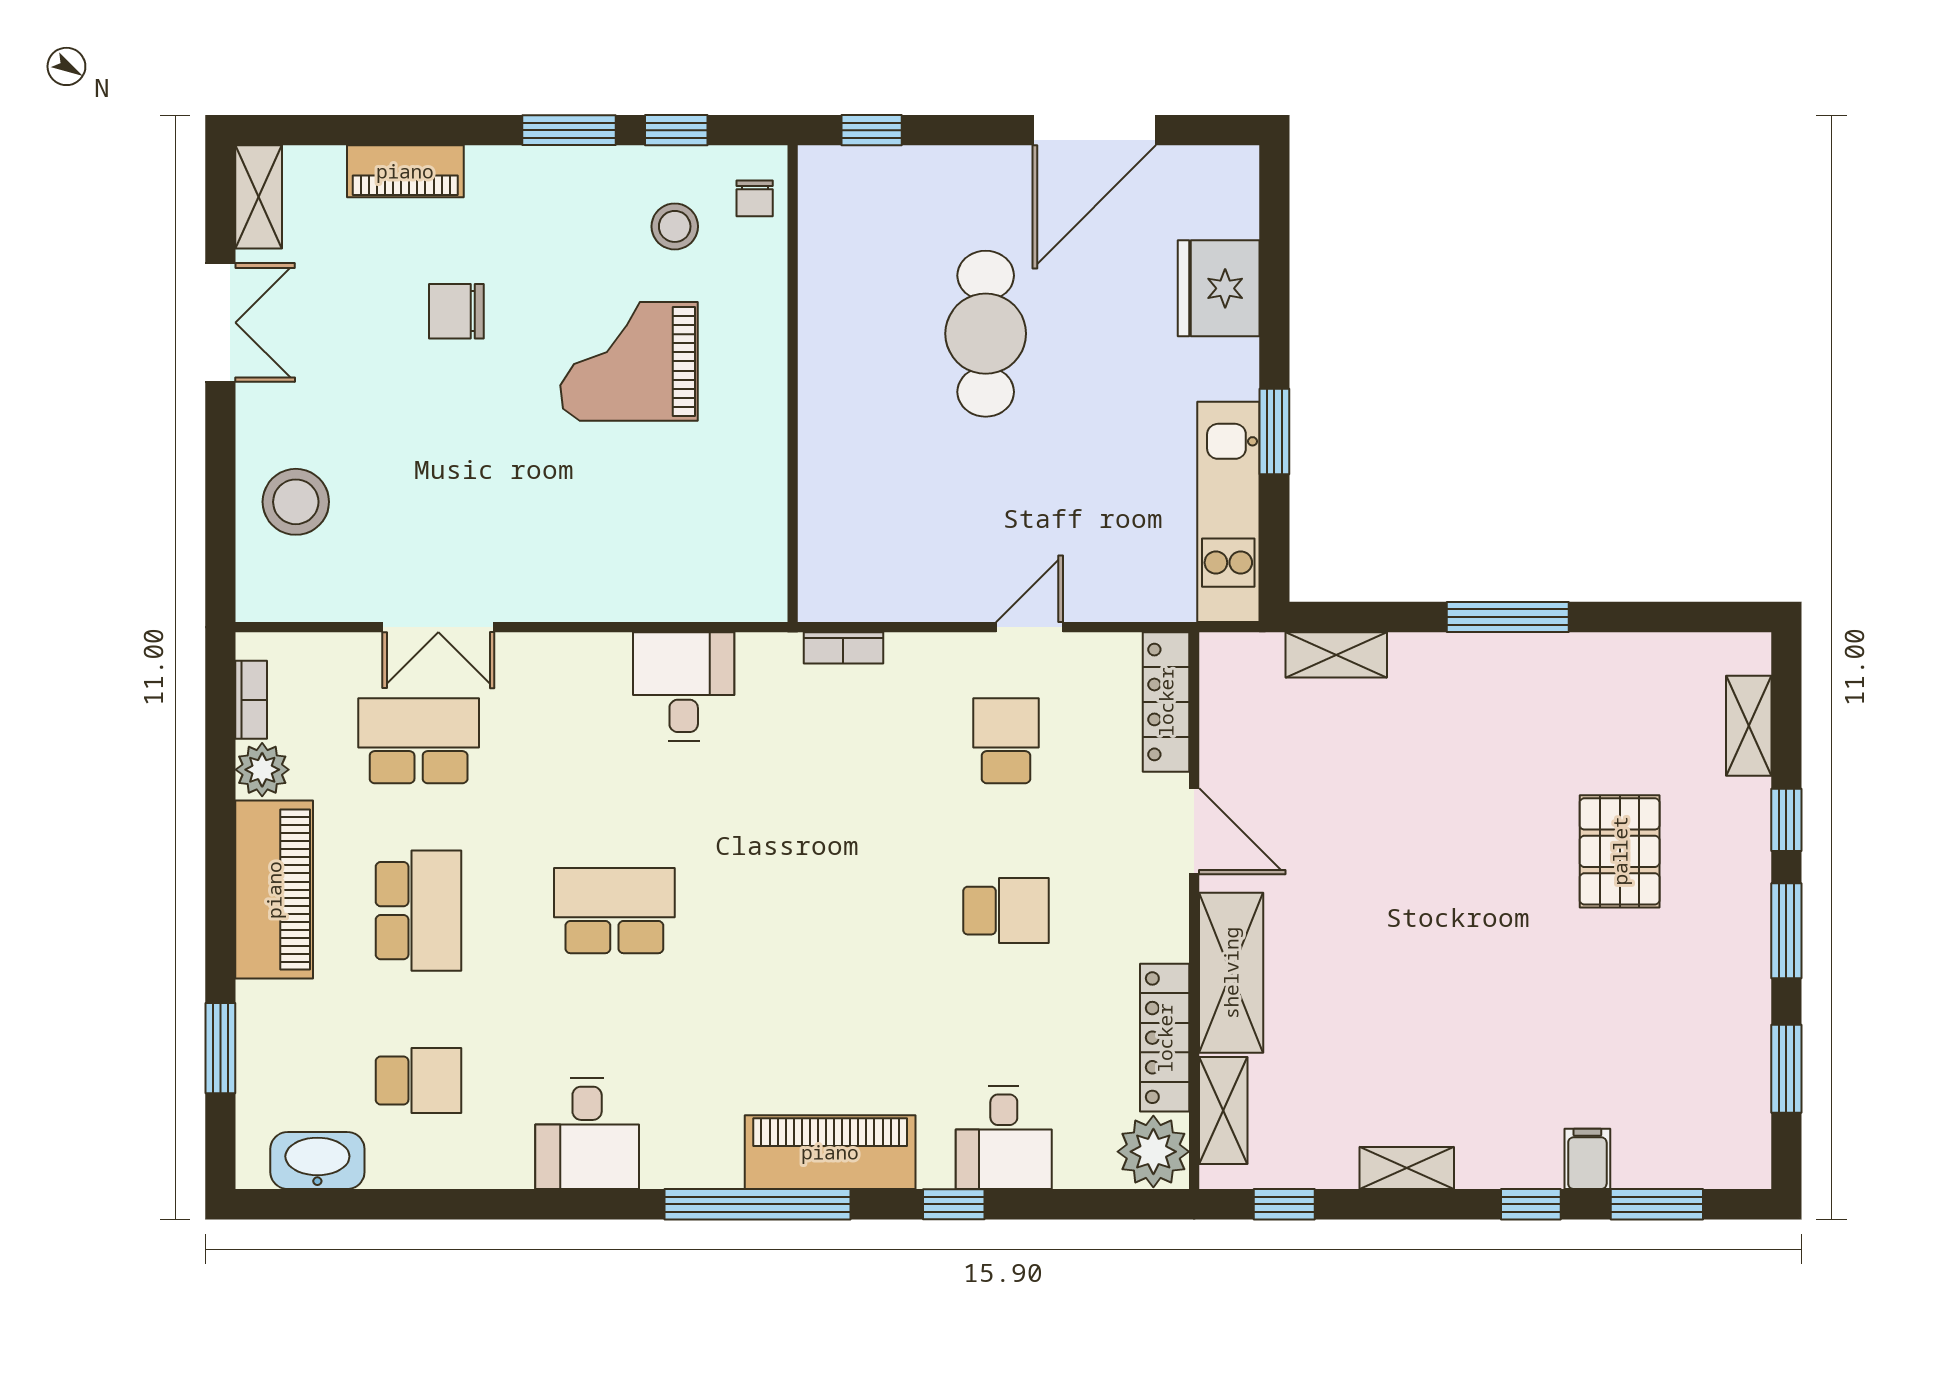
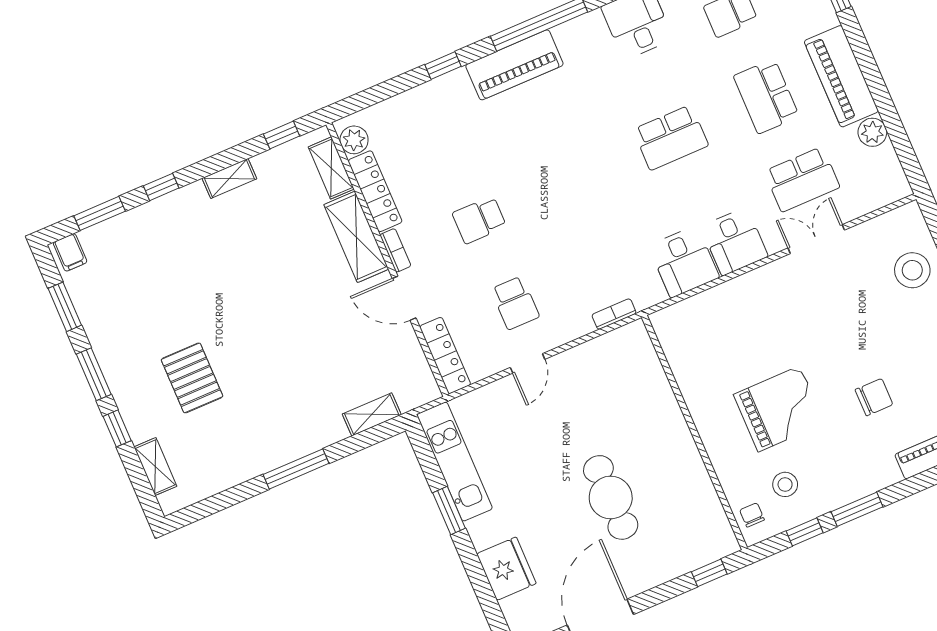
bookcase: (251, 700) -> (395, 250), moved, turned 180
desk: (1004, 1138) -> (735, 241), moved, turned 180
plant: (1153, 1152) -> (354, 140), width x0.73, depth x0.73
filing cabinet: (1587, 1159) -> (70, 252), moved

